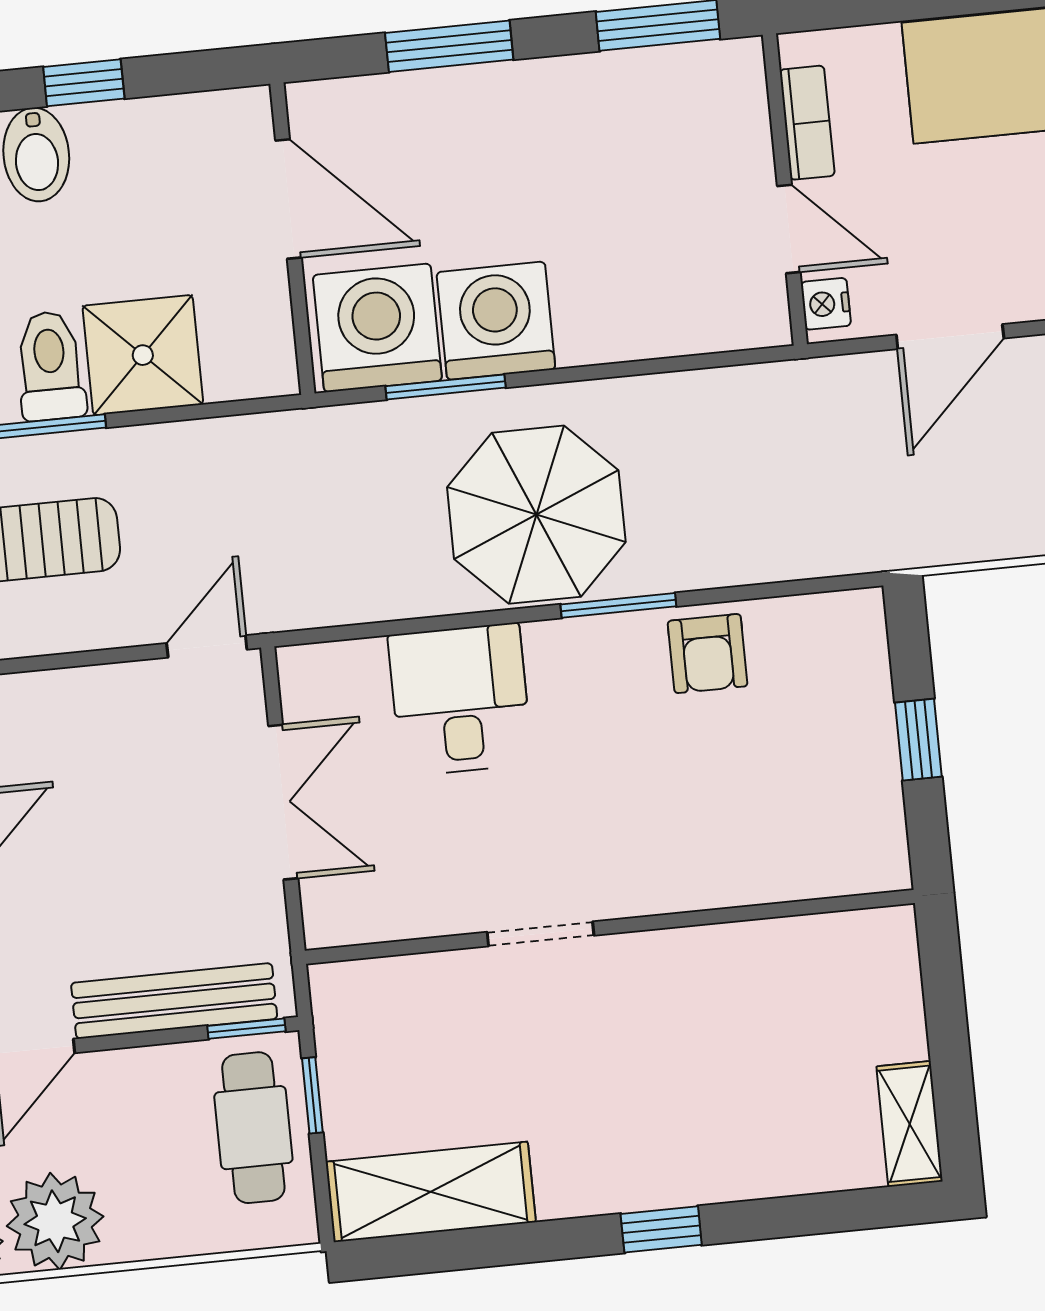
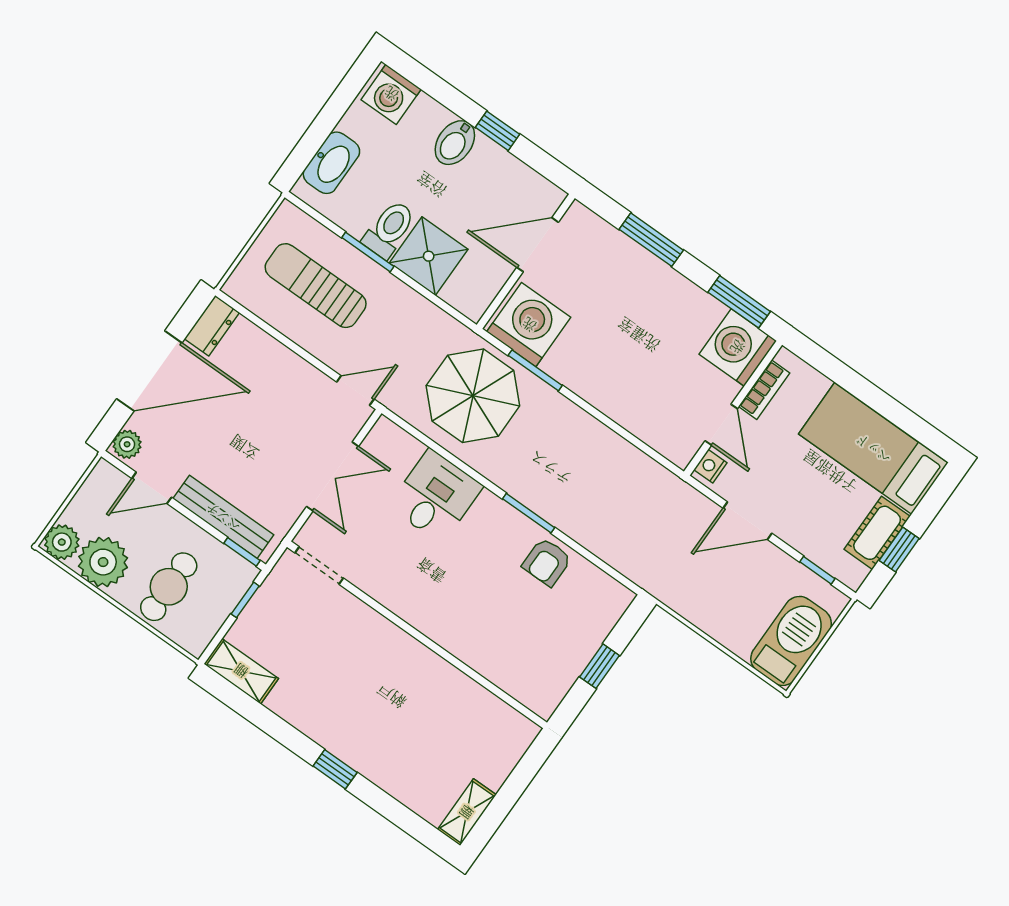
door: (288, 199) -> (538, 245), swing flipped
washing machine: (496, 321) -> (738, 347), moved, turned -90
parasol: (536, 515) -> (473, 396), moved
doorway: (541, 934) -> (319, 566), moved
cafe table: (253, 1128) -> (169, 587), moved
shelving: (431, 1192) -> (241, 671), width x0.67, depth x0.75

